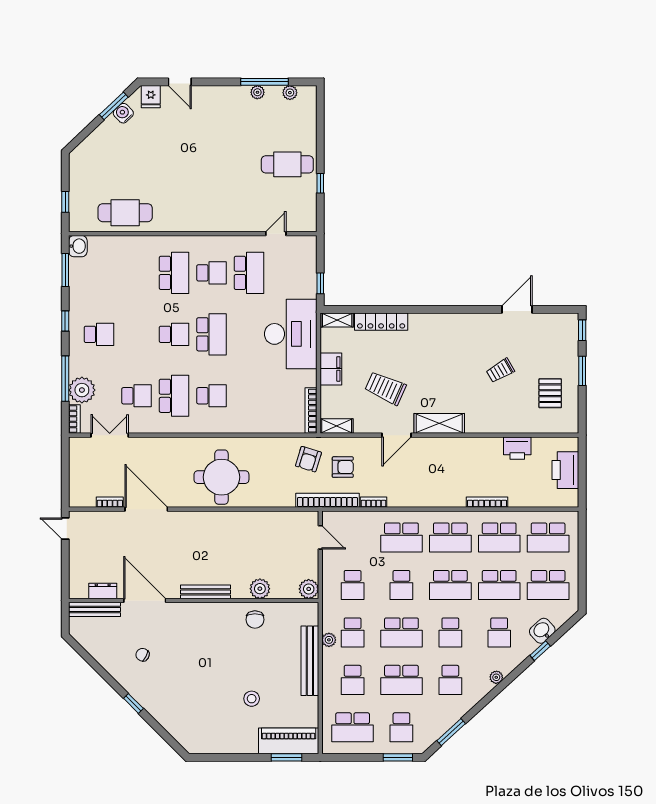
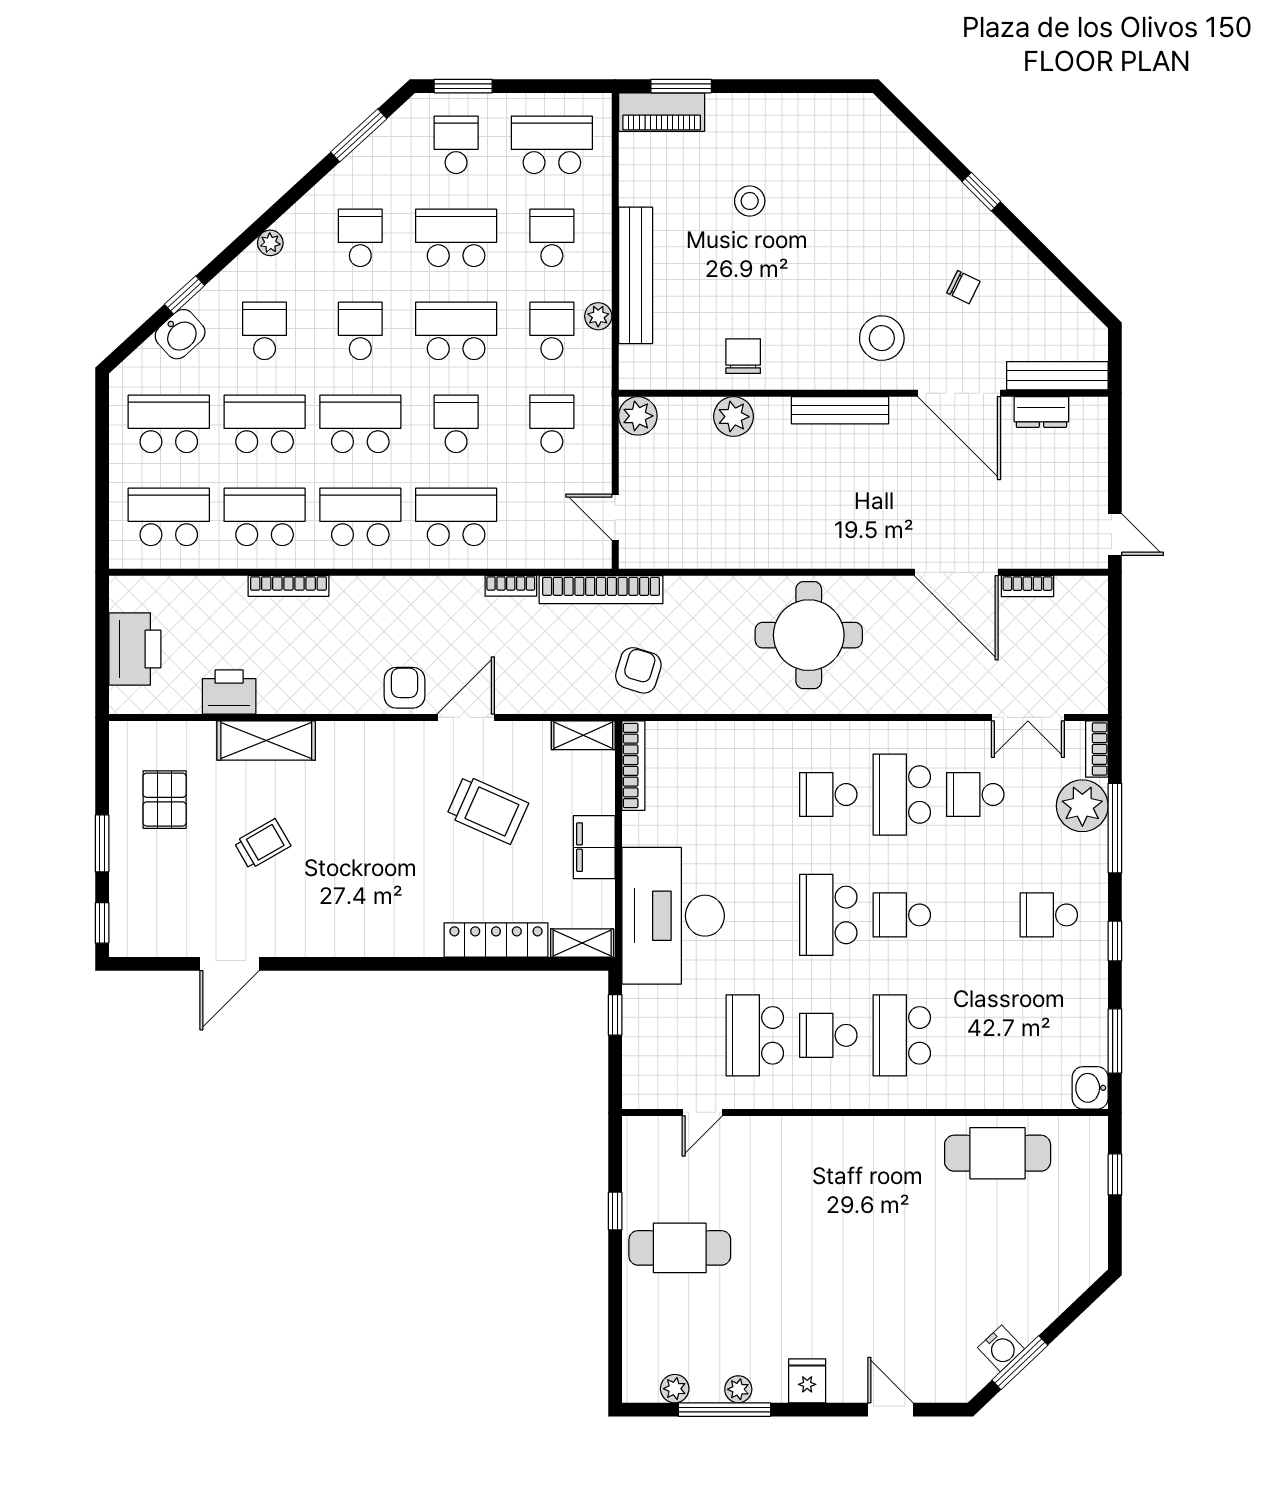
fridge: (151, 97) -> (807, 1381), moved
shelving: (439, 423) -> (266, 741), moved
armchair: (343, 467) -> (404, 688), moved, turned 90
stool: (184, 629) -> (882, 338), added
piano: (289, 741) -> (662, 112), width x0.73, depth x0.75

